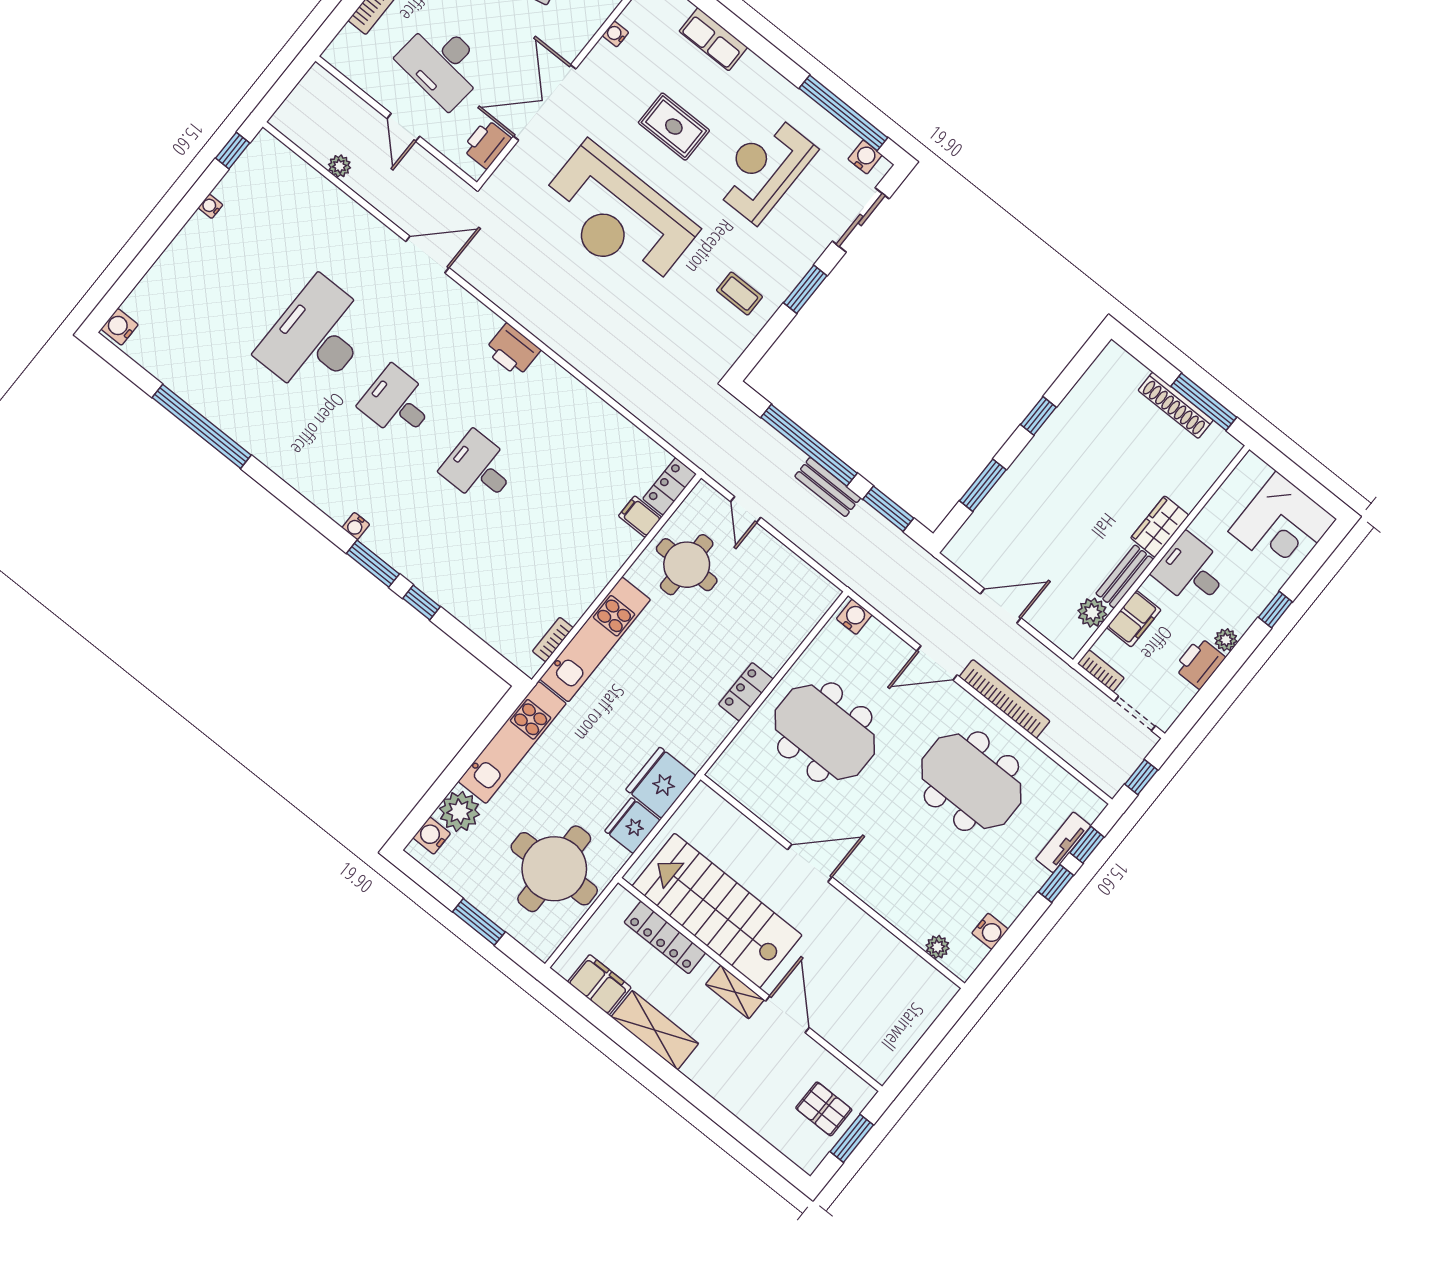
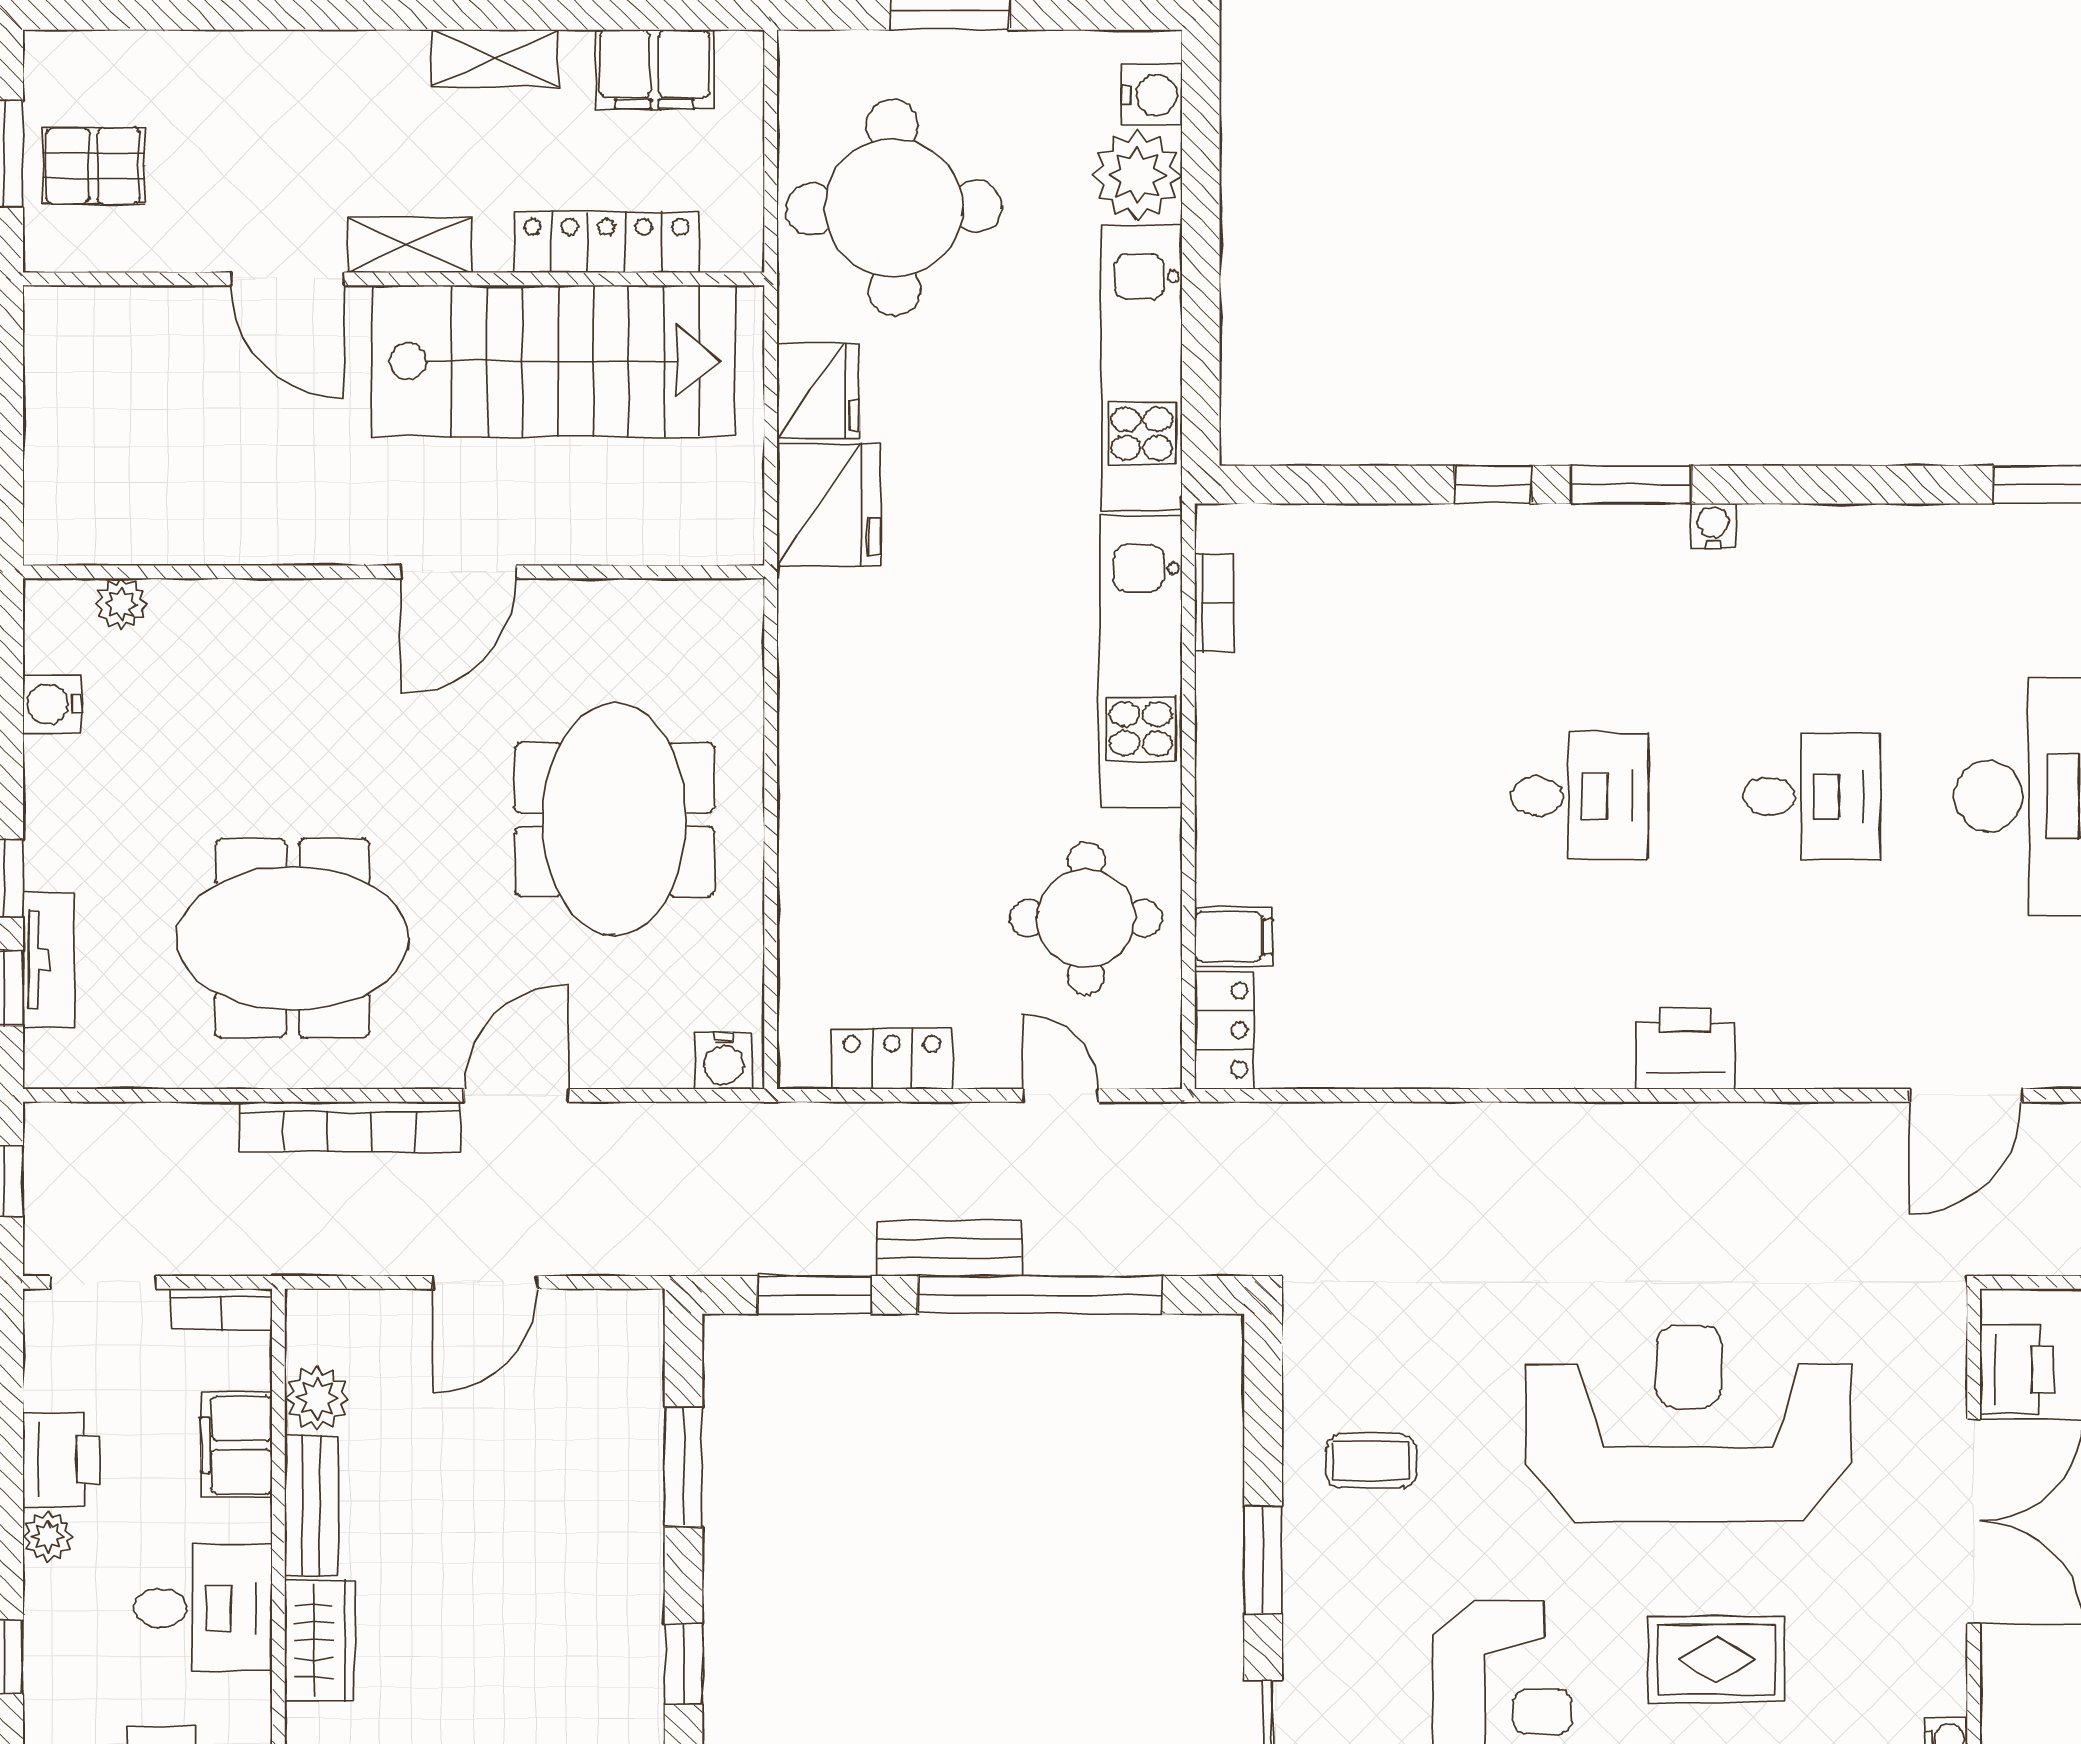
locker: (746, 692) -> (892, 1059), moved, turned -90
meeting table: (825, 732) -> (615, 820), turned 90
shelving: (655, 1030) -> (495, 58), width x0.67, depth x0.75

